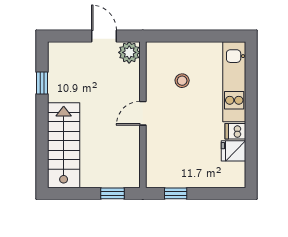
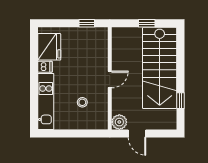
stairs: (64, 145) -> (160, 68), width x1.36, depth x1.51
fridge: (233, 151) -> (49, 47), width x1.88, depth x1.34
window: (113, 193) -> (147, 23), moved

